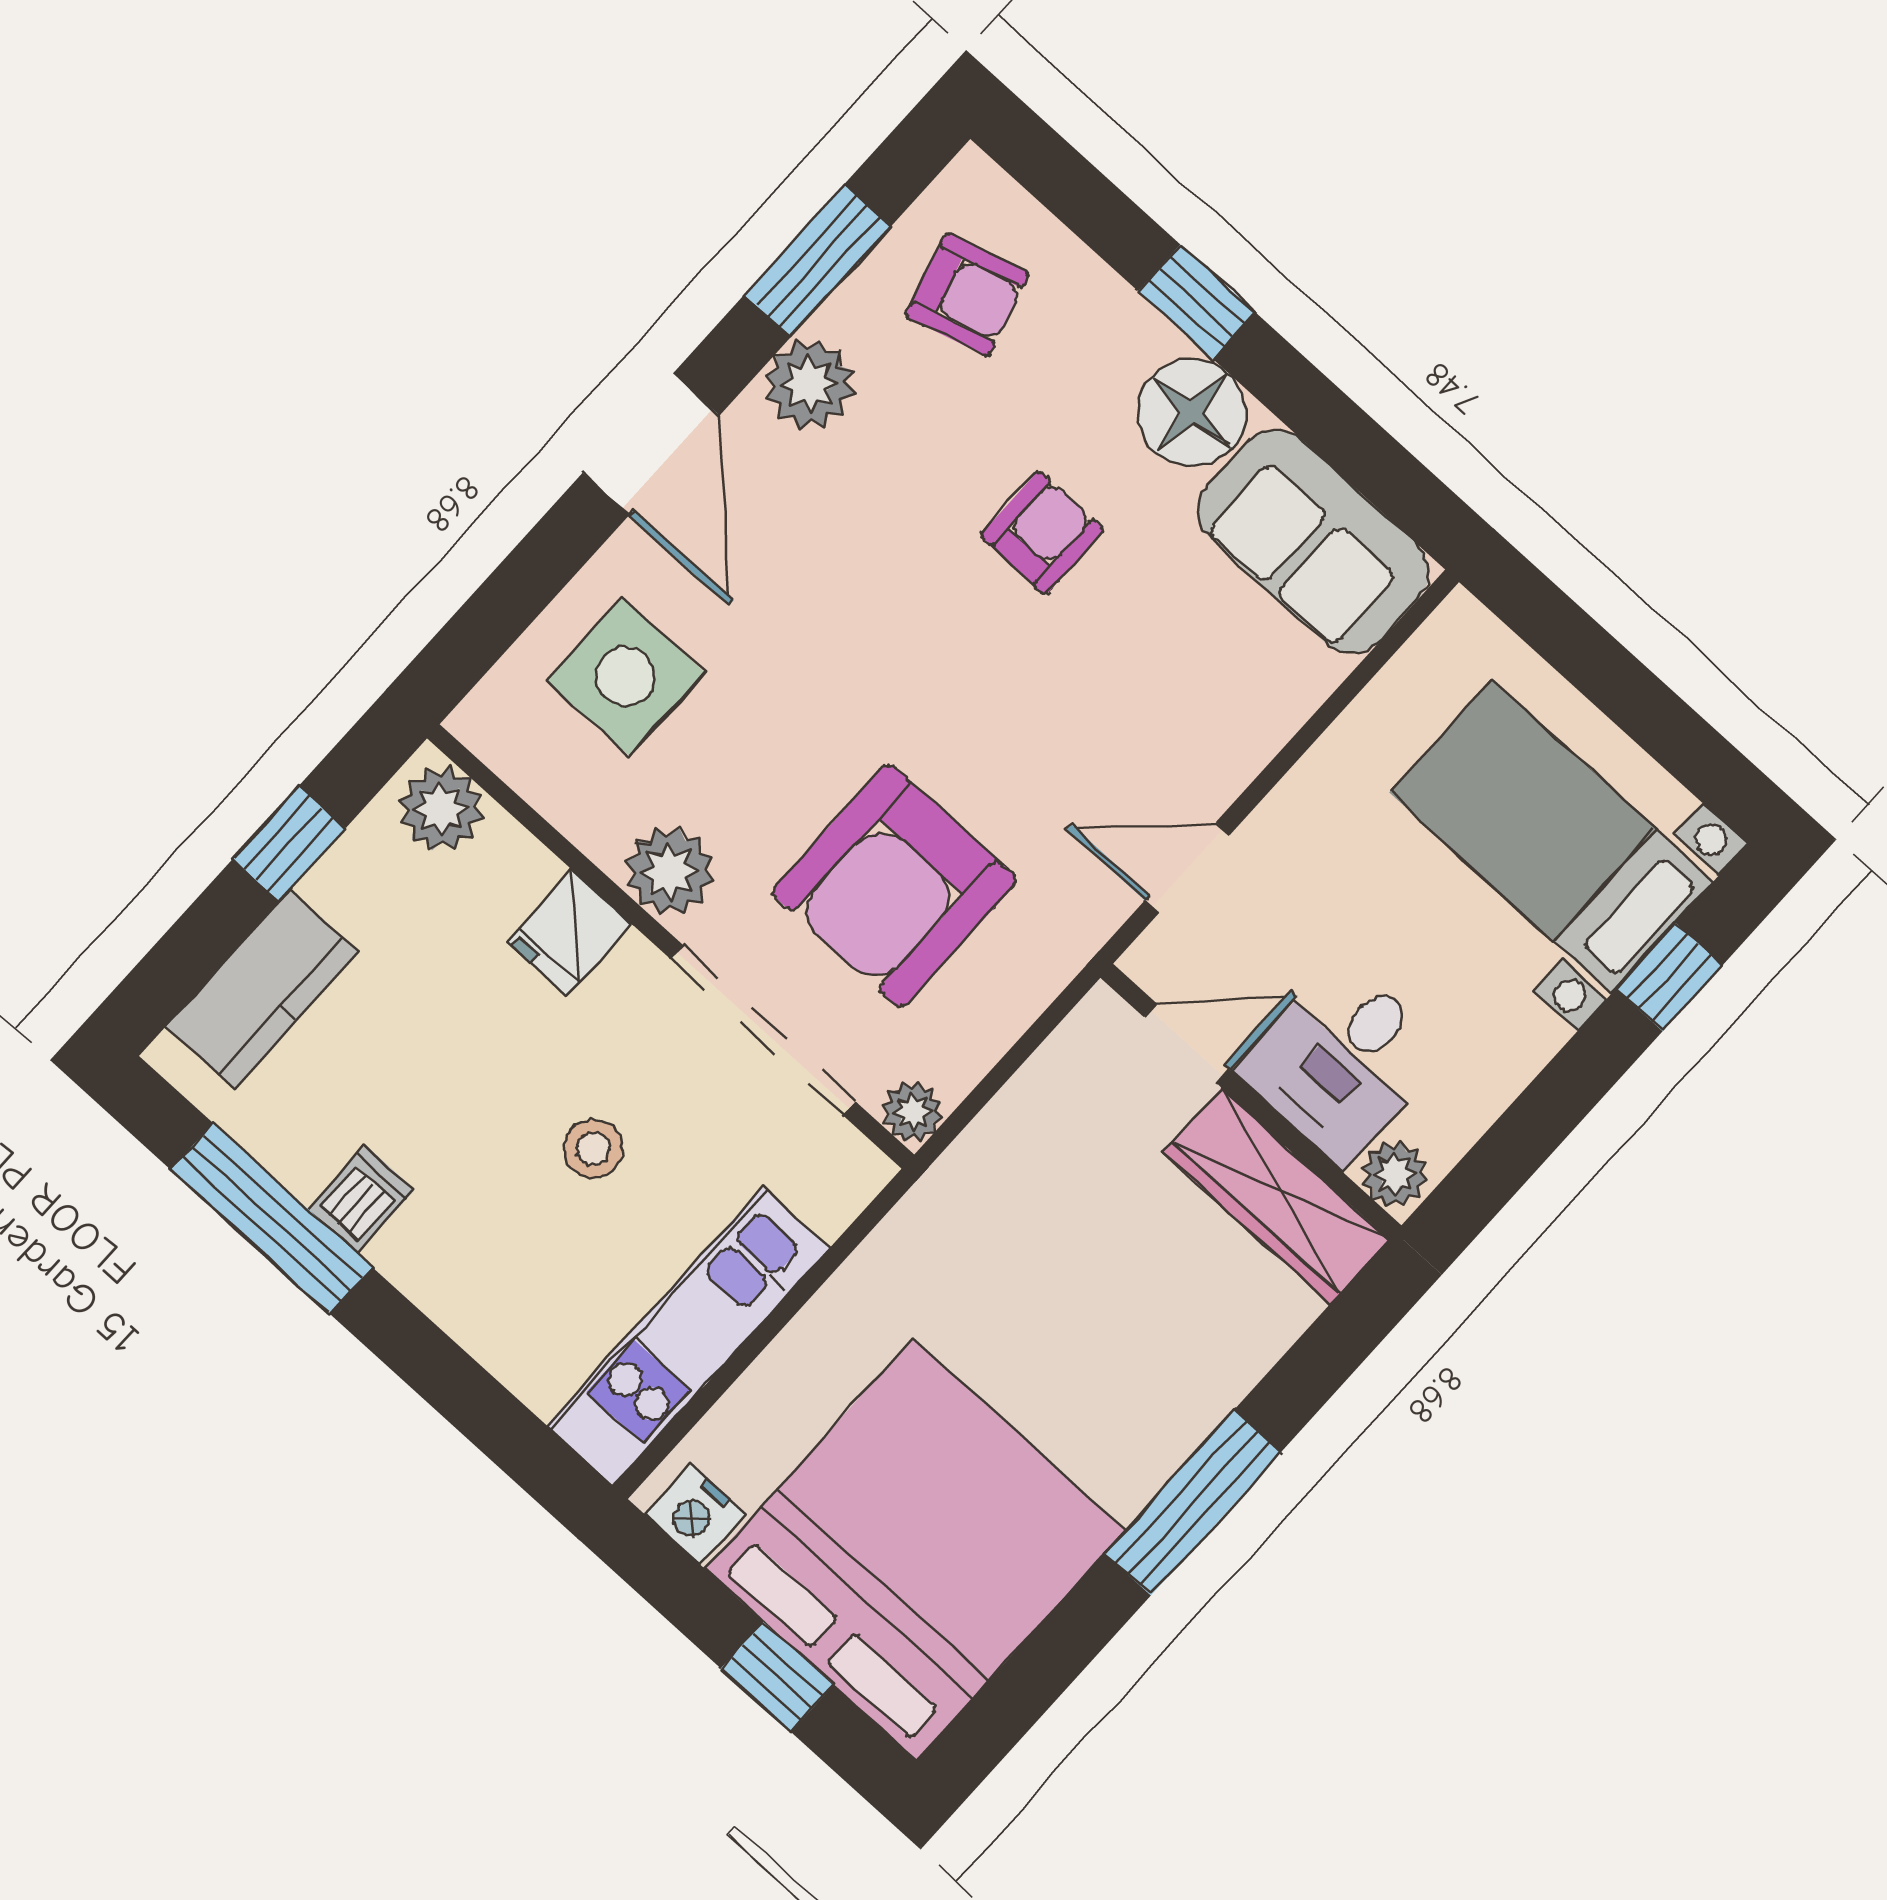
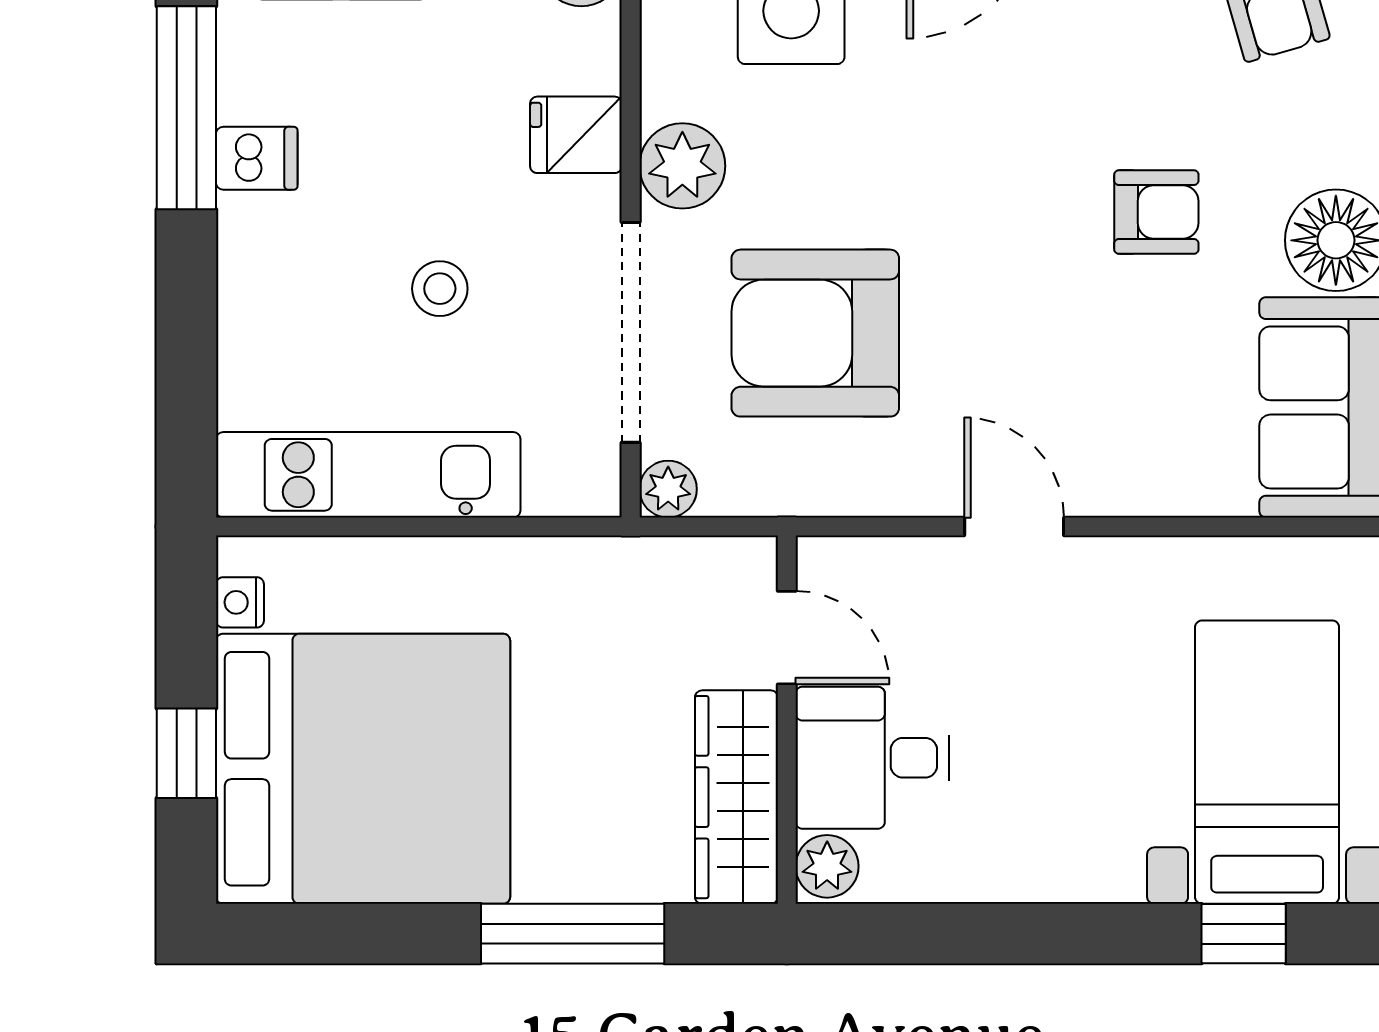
door: (1187, 1043) -> (787, 638), moved
desk: (1342, 1061) -> (872, 758), moved
wall: (1251, 1102) -> (787, 720), moved
plant: (1394, 1174) -> (827, 866), moved
wardrobe: (1276, 1196) -> (736, 797), moved
nightstand: (695, 1514) -> (240, 602), width x0.72, depth x0.74

